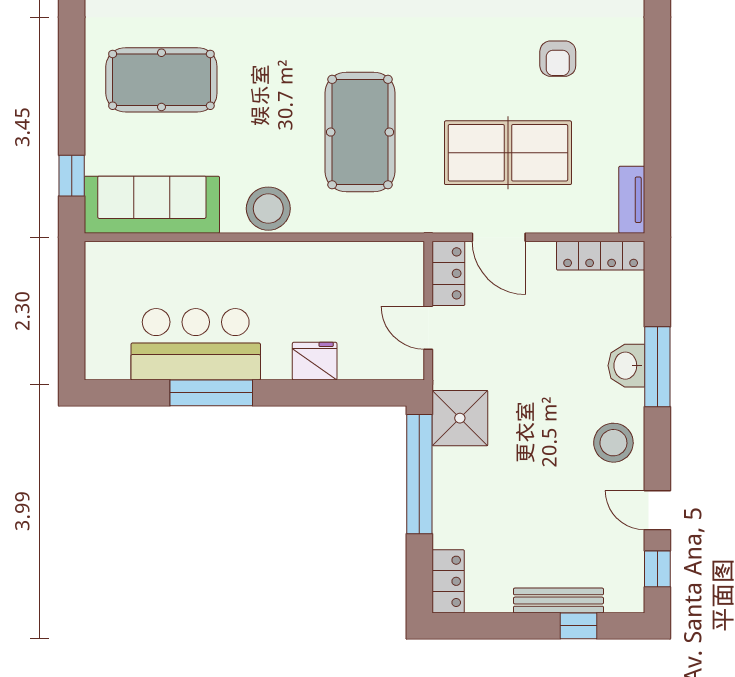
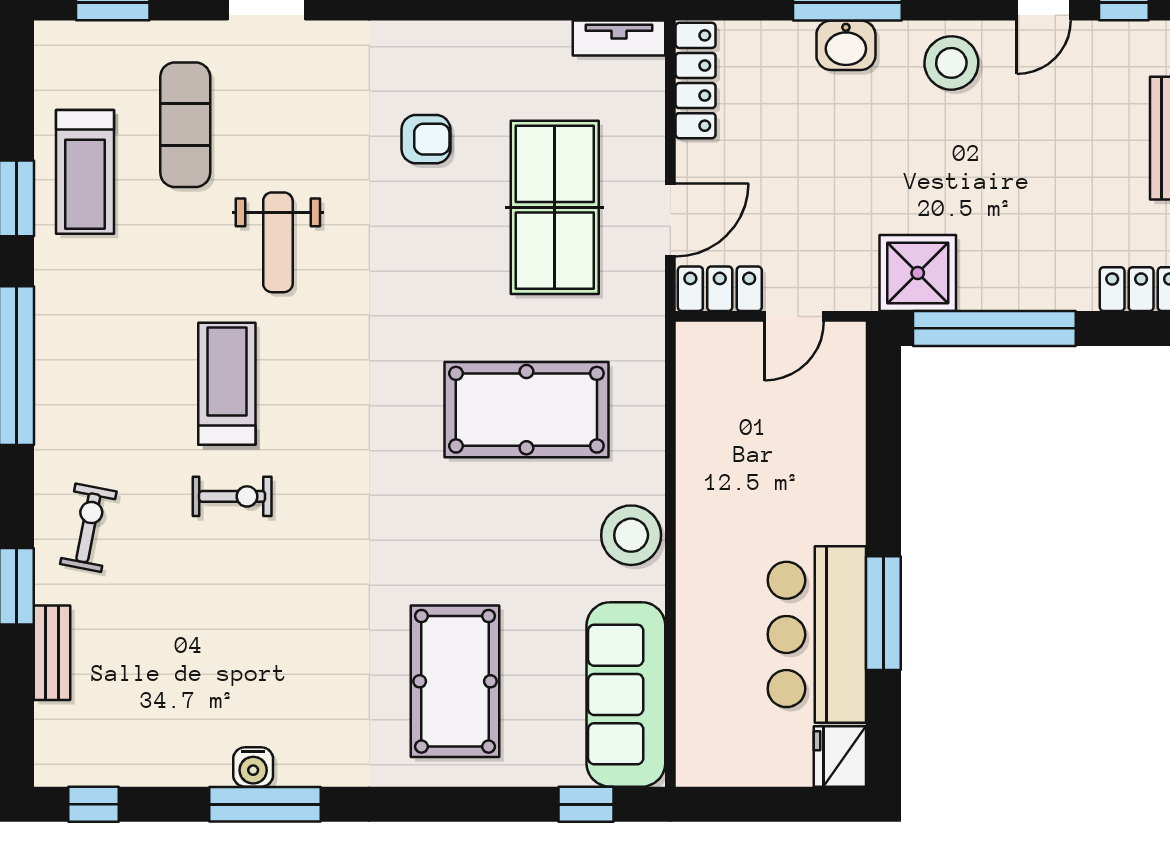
fridge: (315, 361) -> (840, 757), moved

